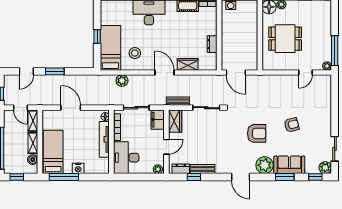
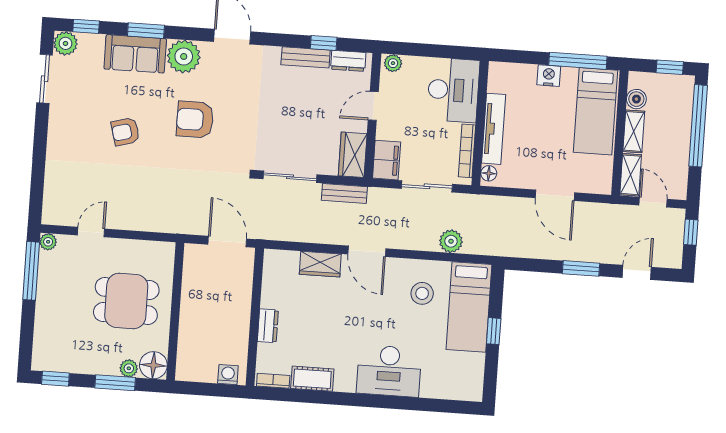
dresser: (212, 44) -> (268, 326), moved

